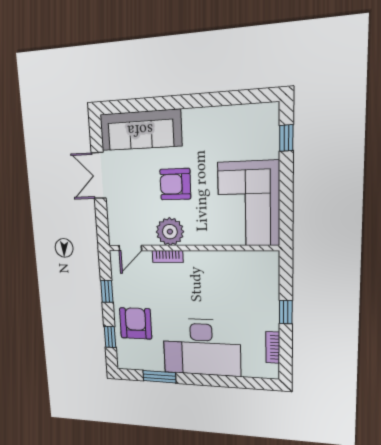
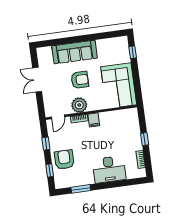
sofa: (140, 130) -> (75, 52), moved
armchair: (175, 184) -> (80, 80), turned 180
filing cabinet: (194, 263) -> (94, 120), added
desk: (201, 347) -> (109, 169), width x0.73, depth x0.77

